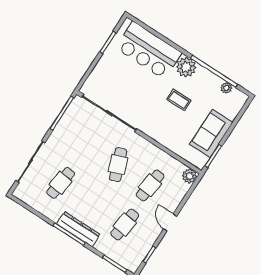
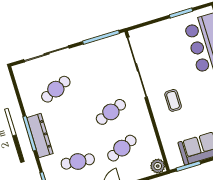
coffee table: (179, 100) -> (173, 100), moved
cafe table: (61, 183) -> (56, 89), turned -30
cafe table: (150, 185) -> (122, 148), turned -30

